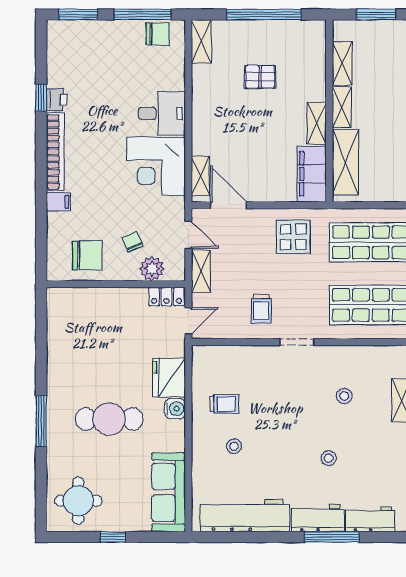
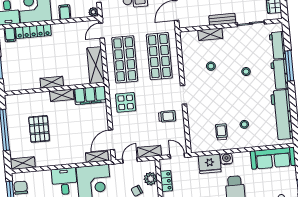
shelving: (342, 63) -> (27, 84), removed
pallet: (260, 77) -> (39, 129), width x1.50, depth x1.42
shelving: (346, 162) -> (96, 65), moved, turned 90
locker: (167, 297) -> (166, 181), moved

